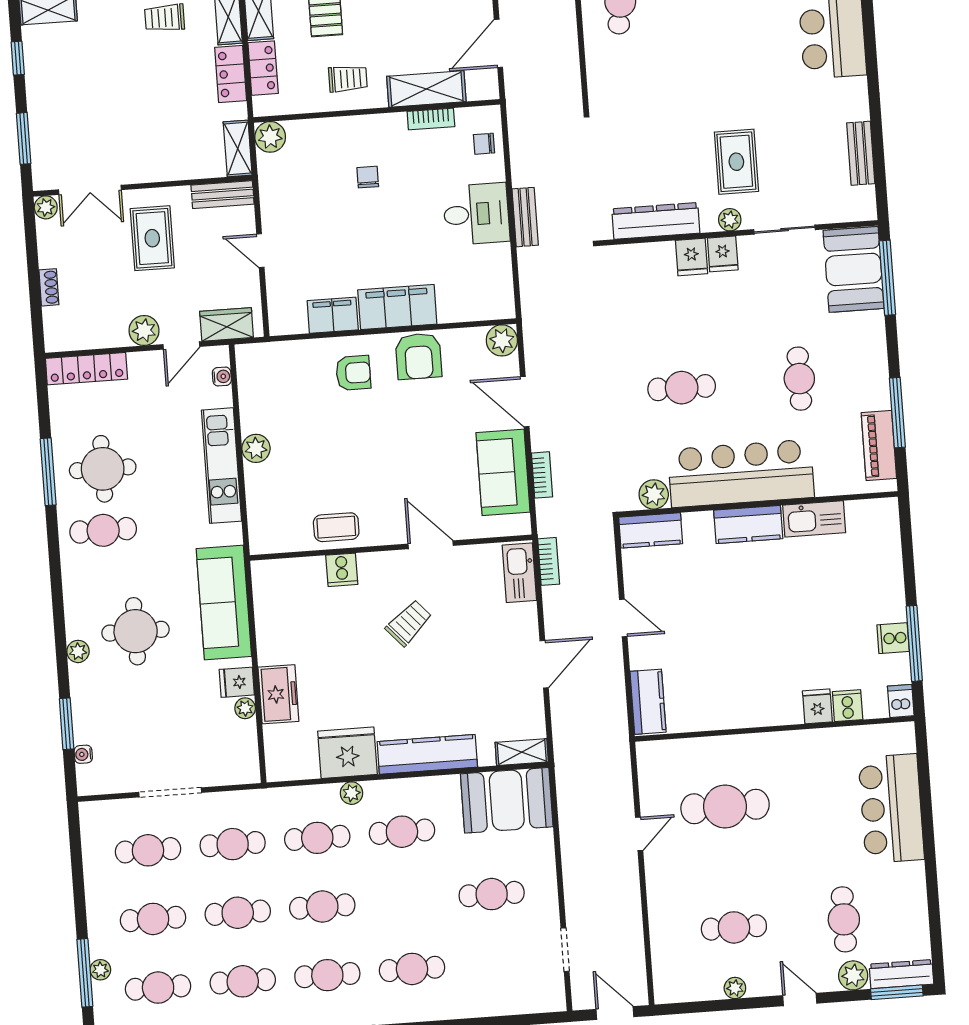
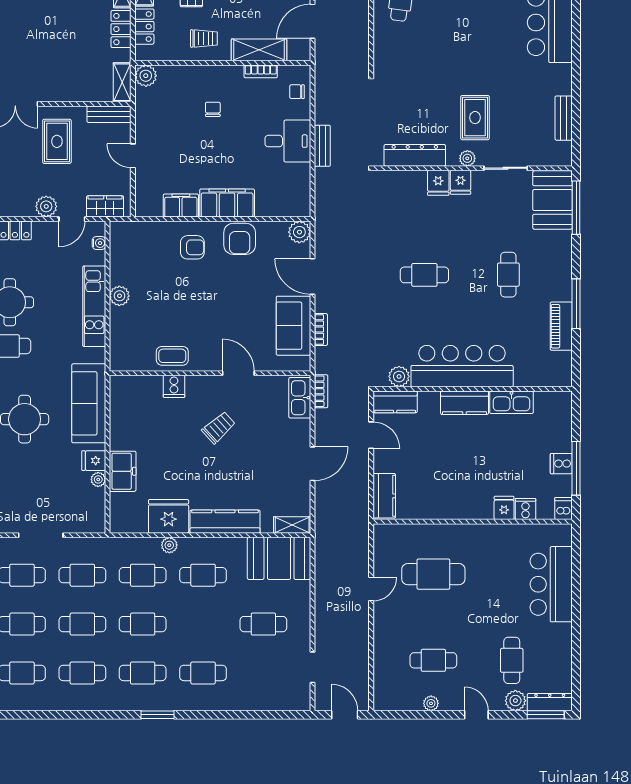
bar counter: (741, 473) -> (462, 366), moved
plant: (654, 494) -> (399, 376), moved
wall: (758, 504) -> (473, 389), moved
kitchen sink: (814, 519) -> (512, 402), moved
kitchen counter: (748, 524) -> (465, 403), moved
kitchen counter: (651, 530) -> (395, 402), moved

